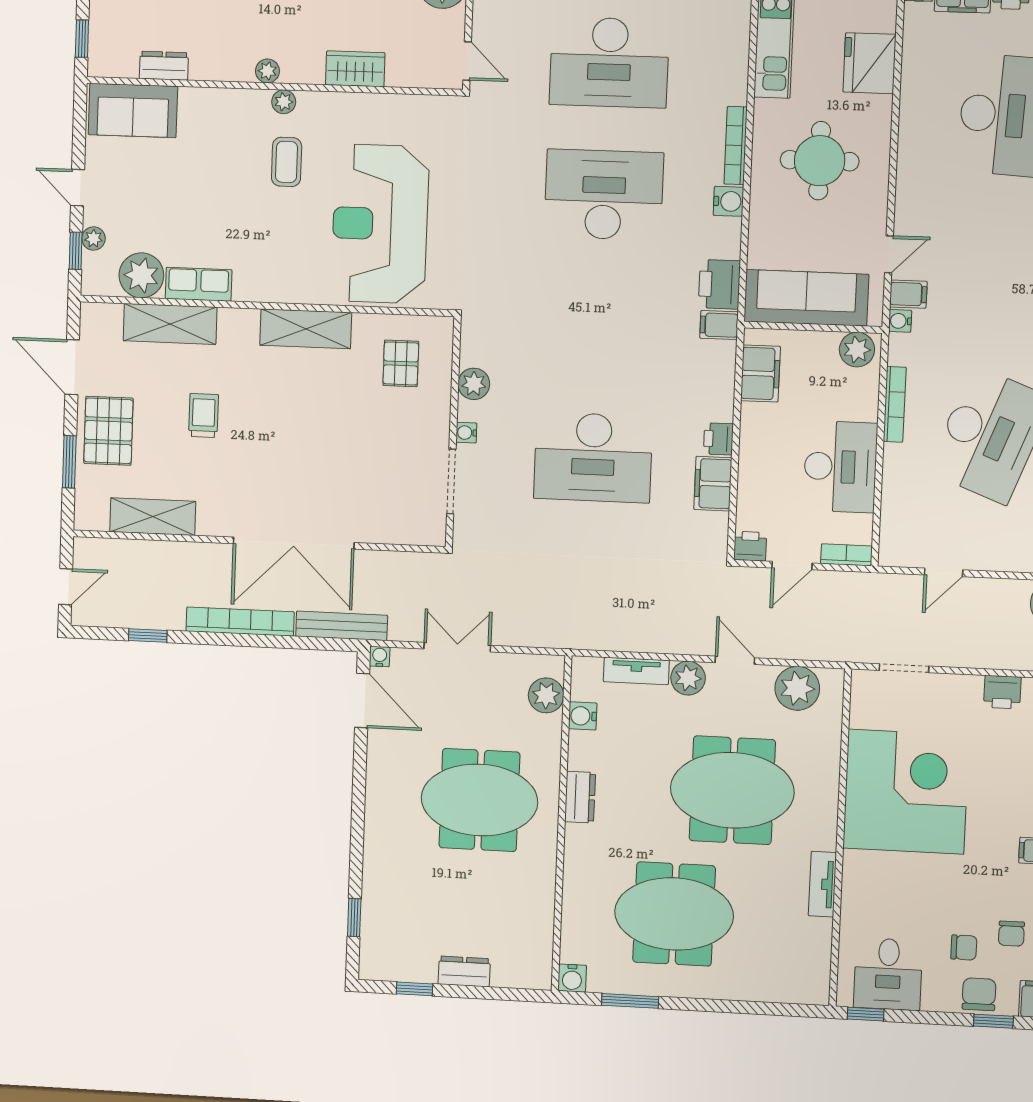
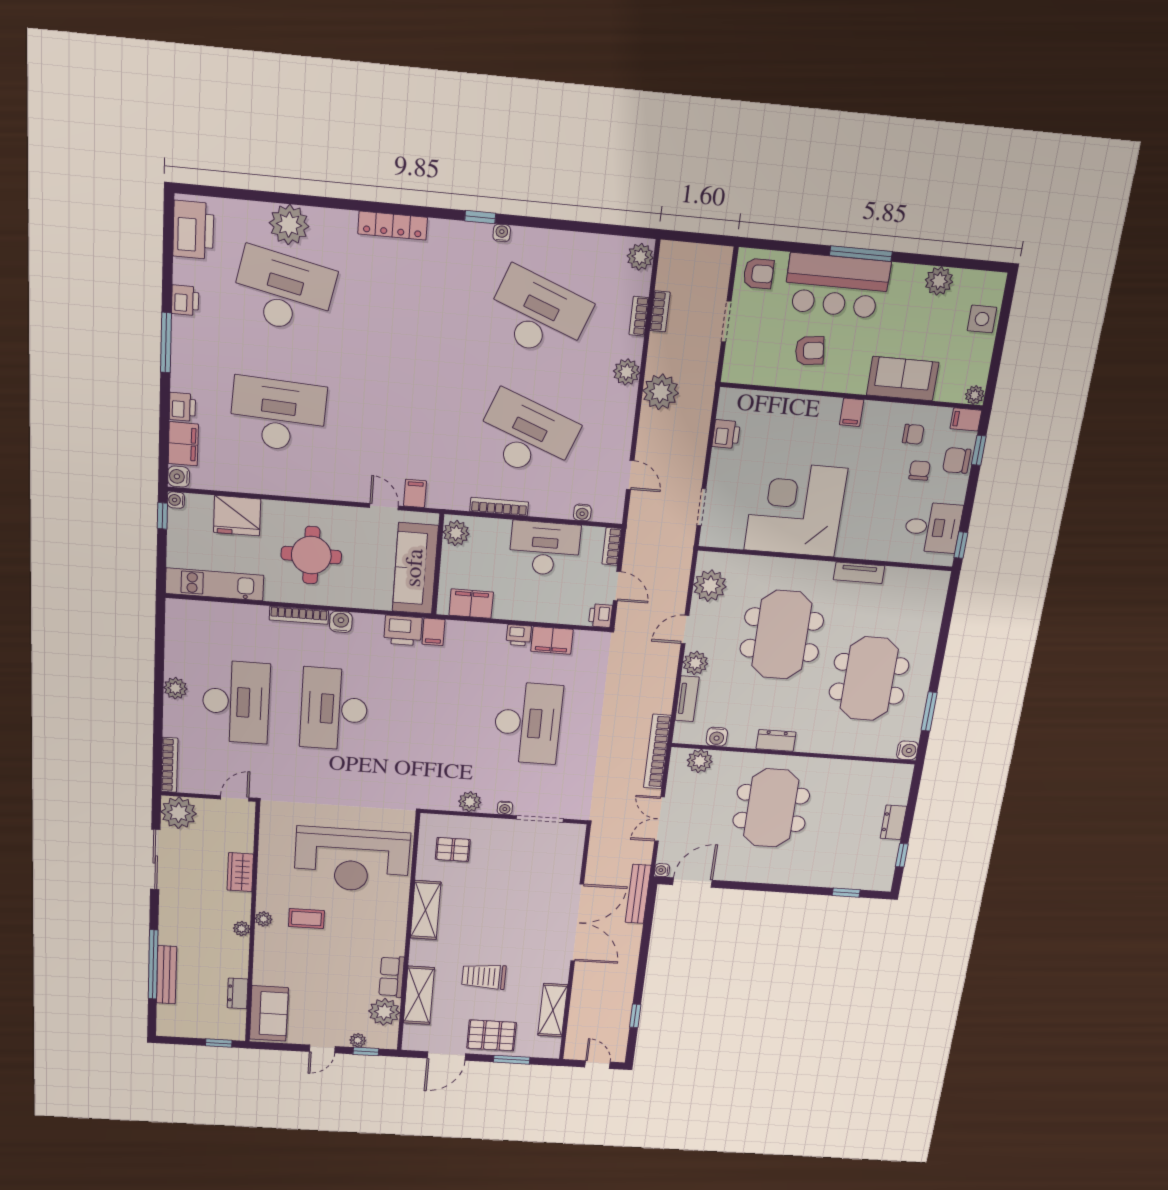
water cooler: (900, 321) -> (582, 512), moved
trolley: (204, 416) -> (484, 976), width x1.36, depth x1.39
bookcase: (240, 622) -> (657, 752), moved

